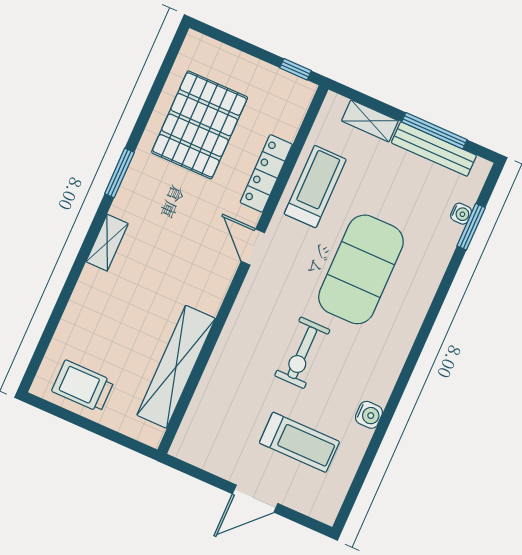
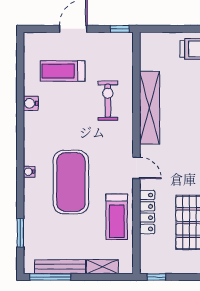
window: (434, 131) -> (50, 277), moved
water cooler: (461, 214) -> (29, 172), moved
exercise bike: (302, 353) -> (108, 101), moved
shelving: (176, 367) -> (150, 108), moved
window: (185, 468) -> (120, 29), added

